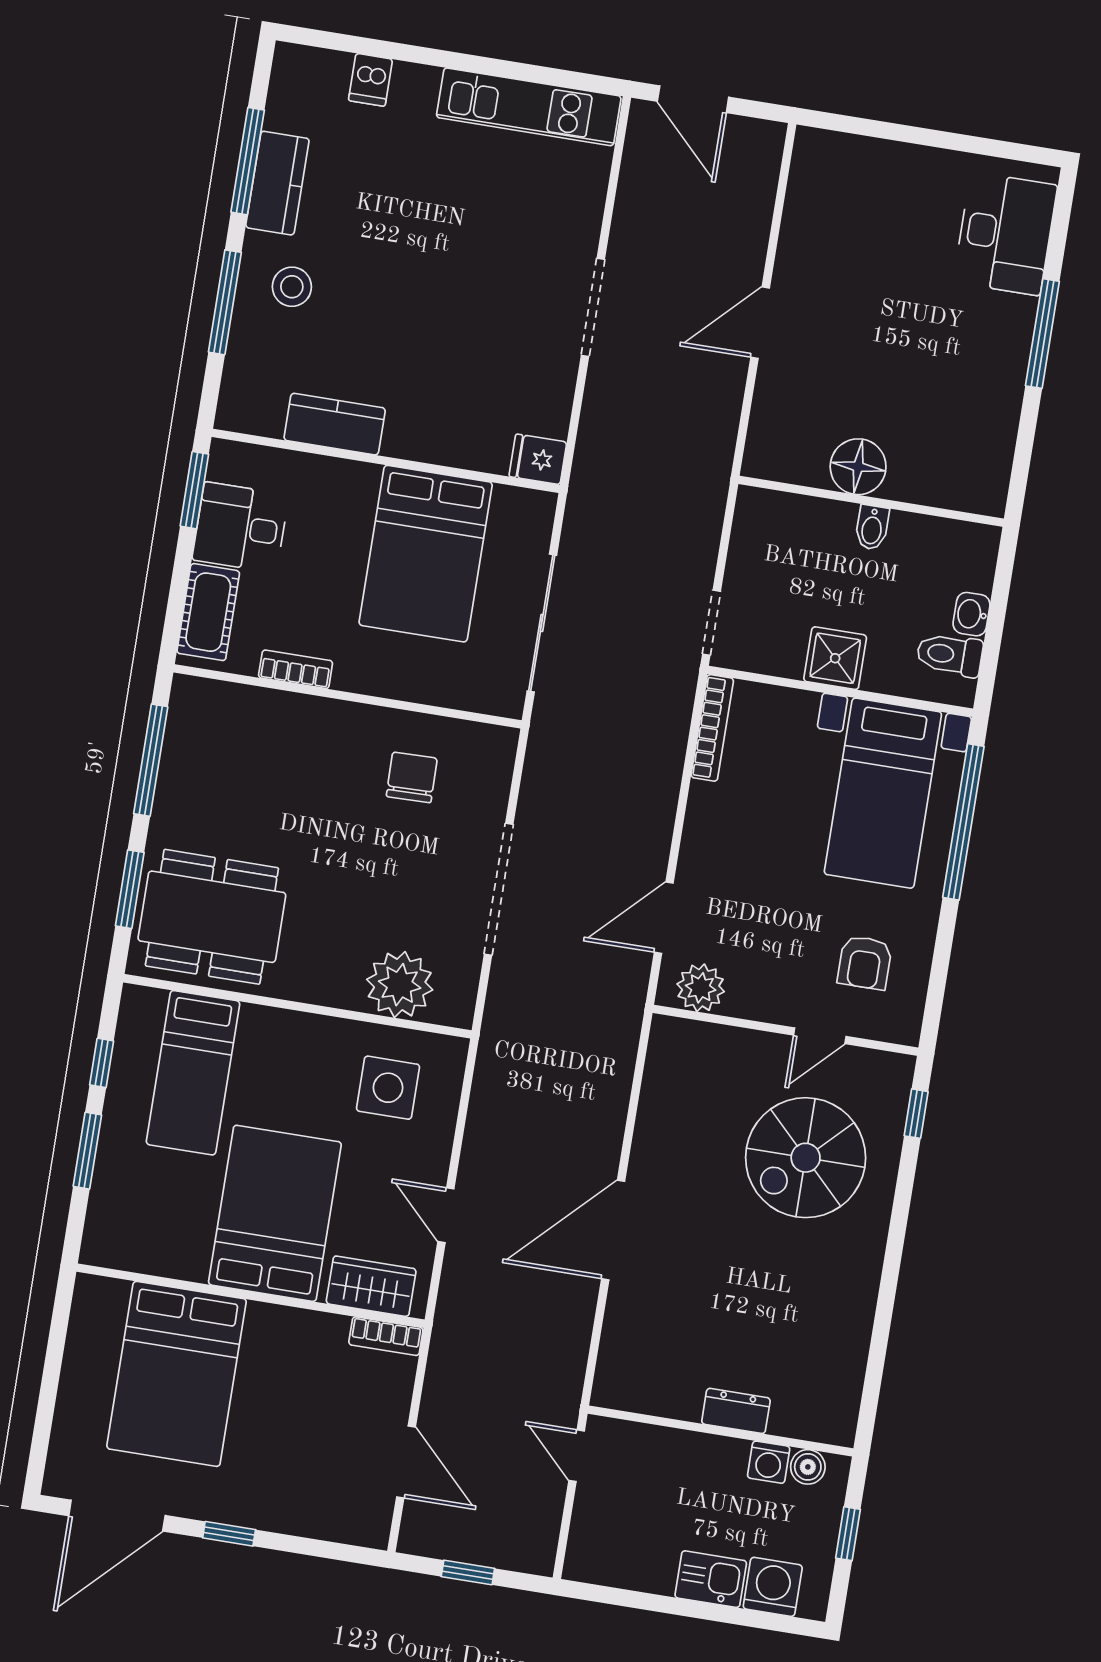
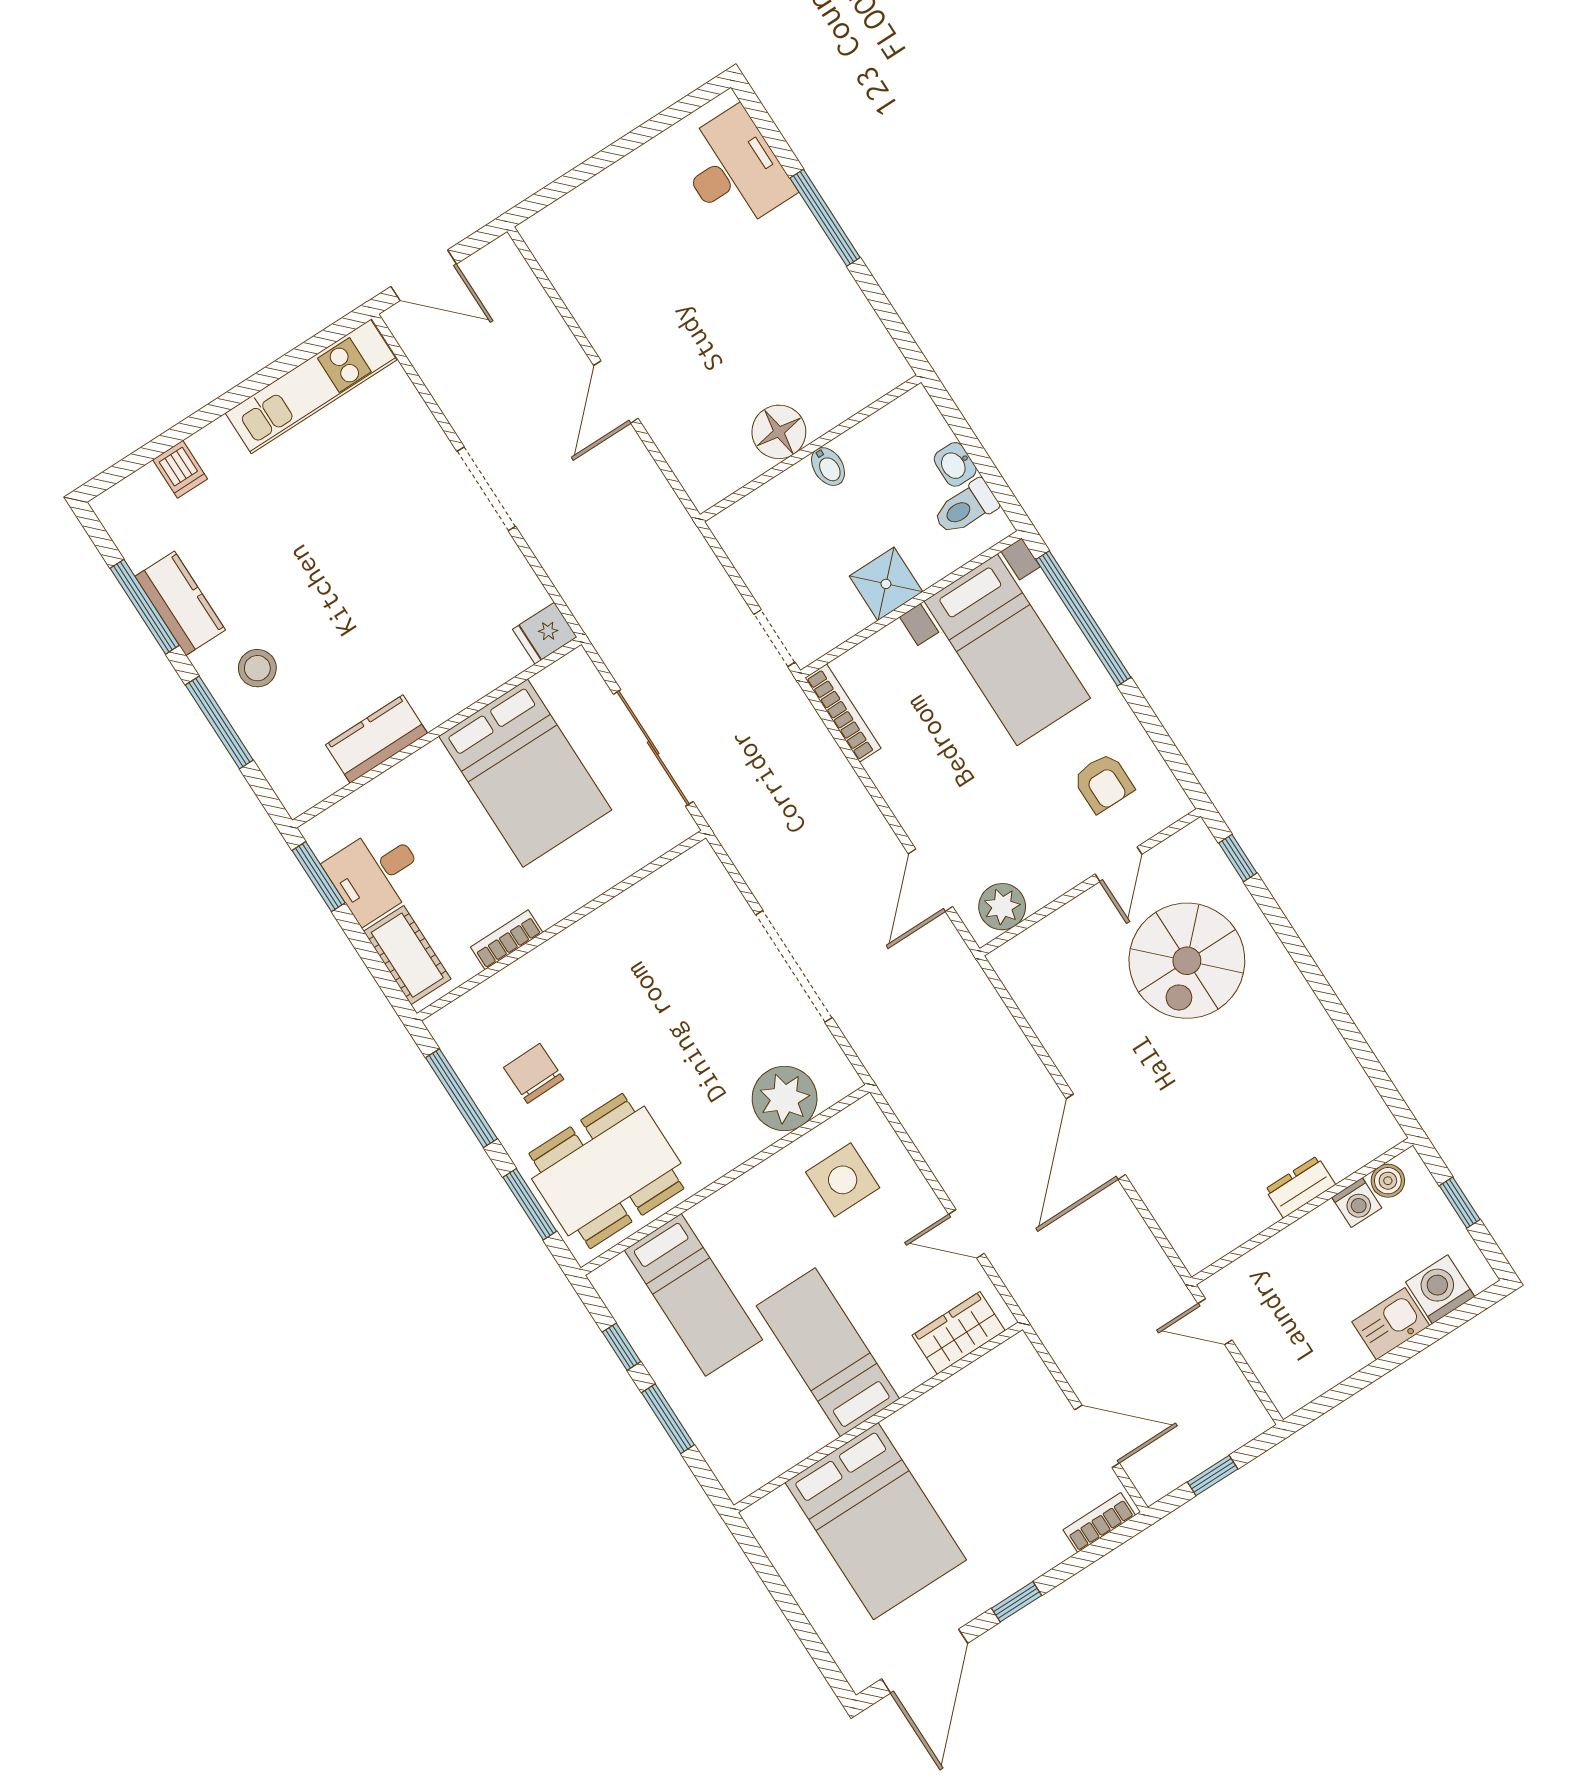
chair: (412, 777) -> (534, 1073), moved
bed: (275, 1213) -> (828, 1352), width x0.67
bookcase: (386, 1336) -> (1099, 1523), moved, turned 180

